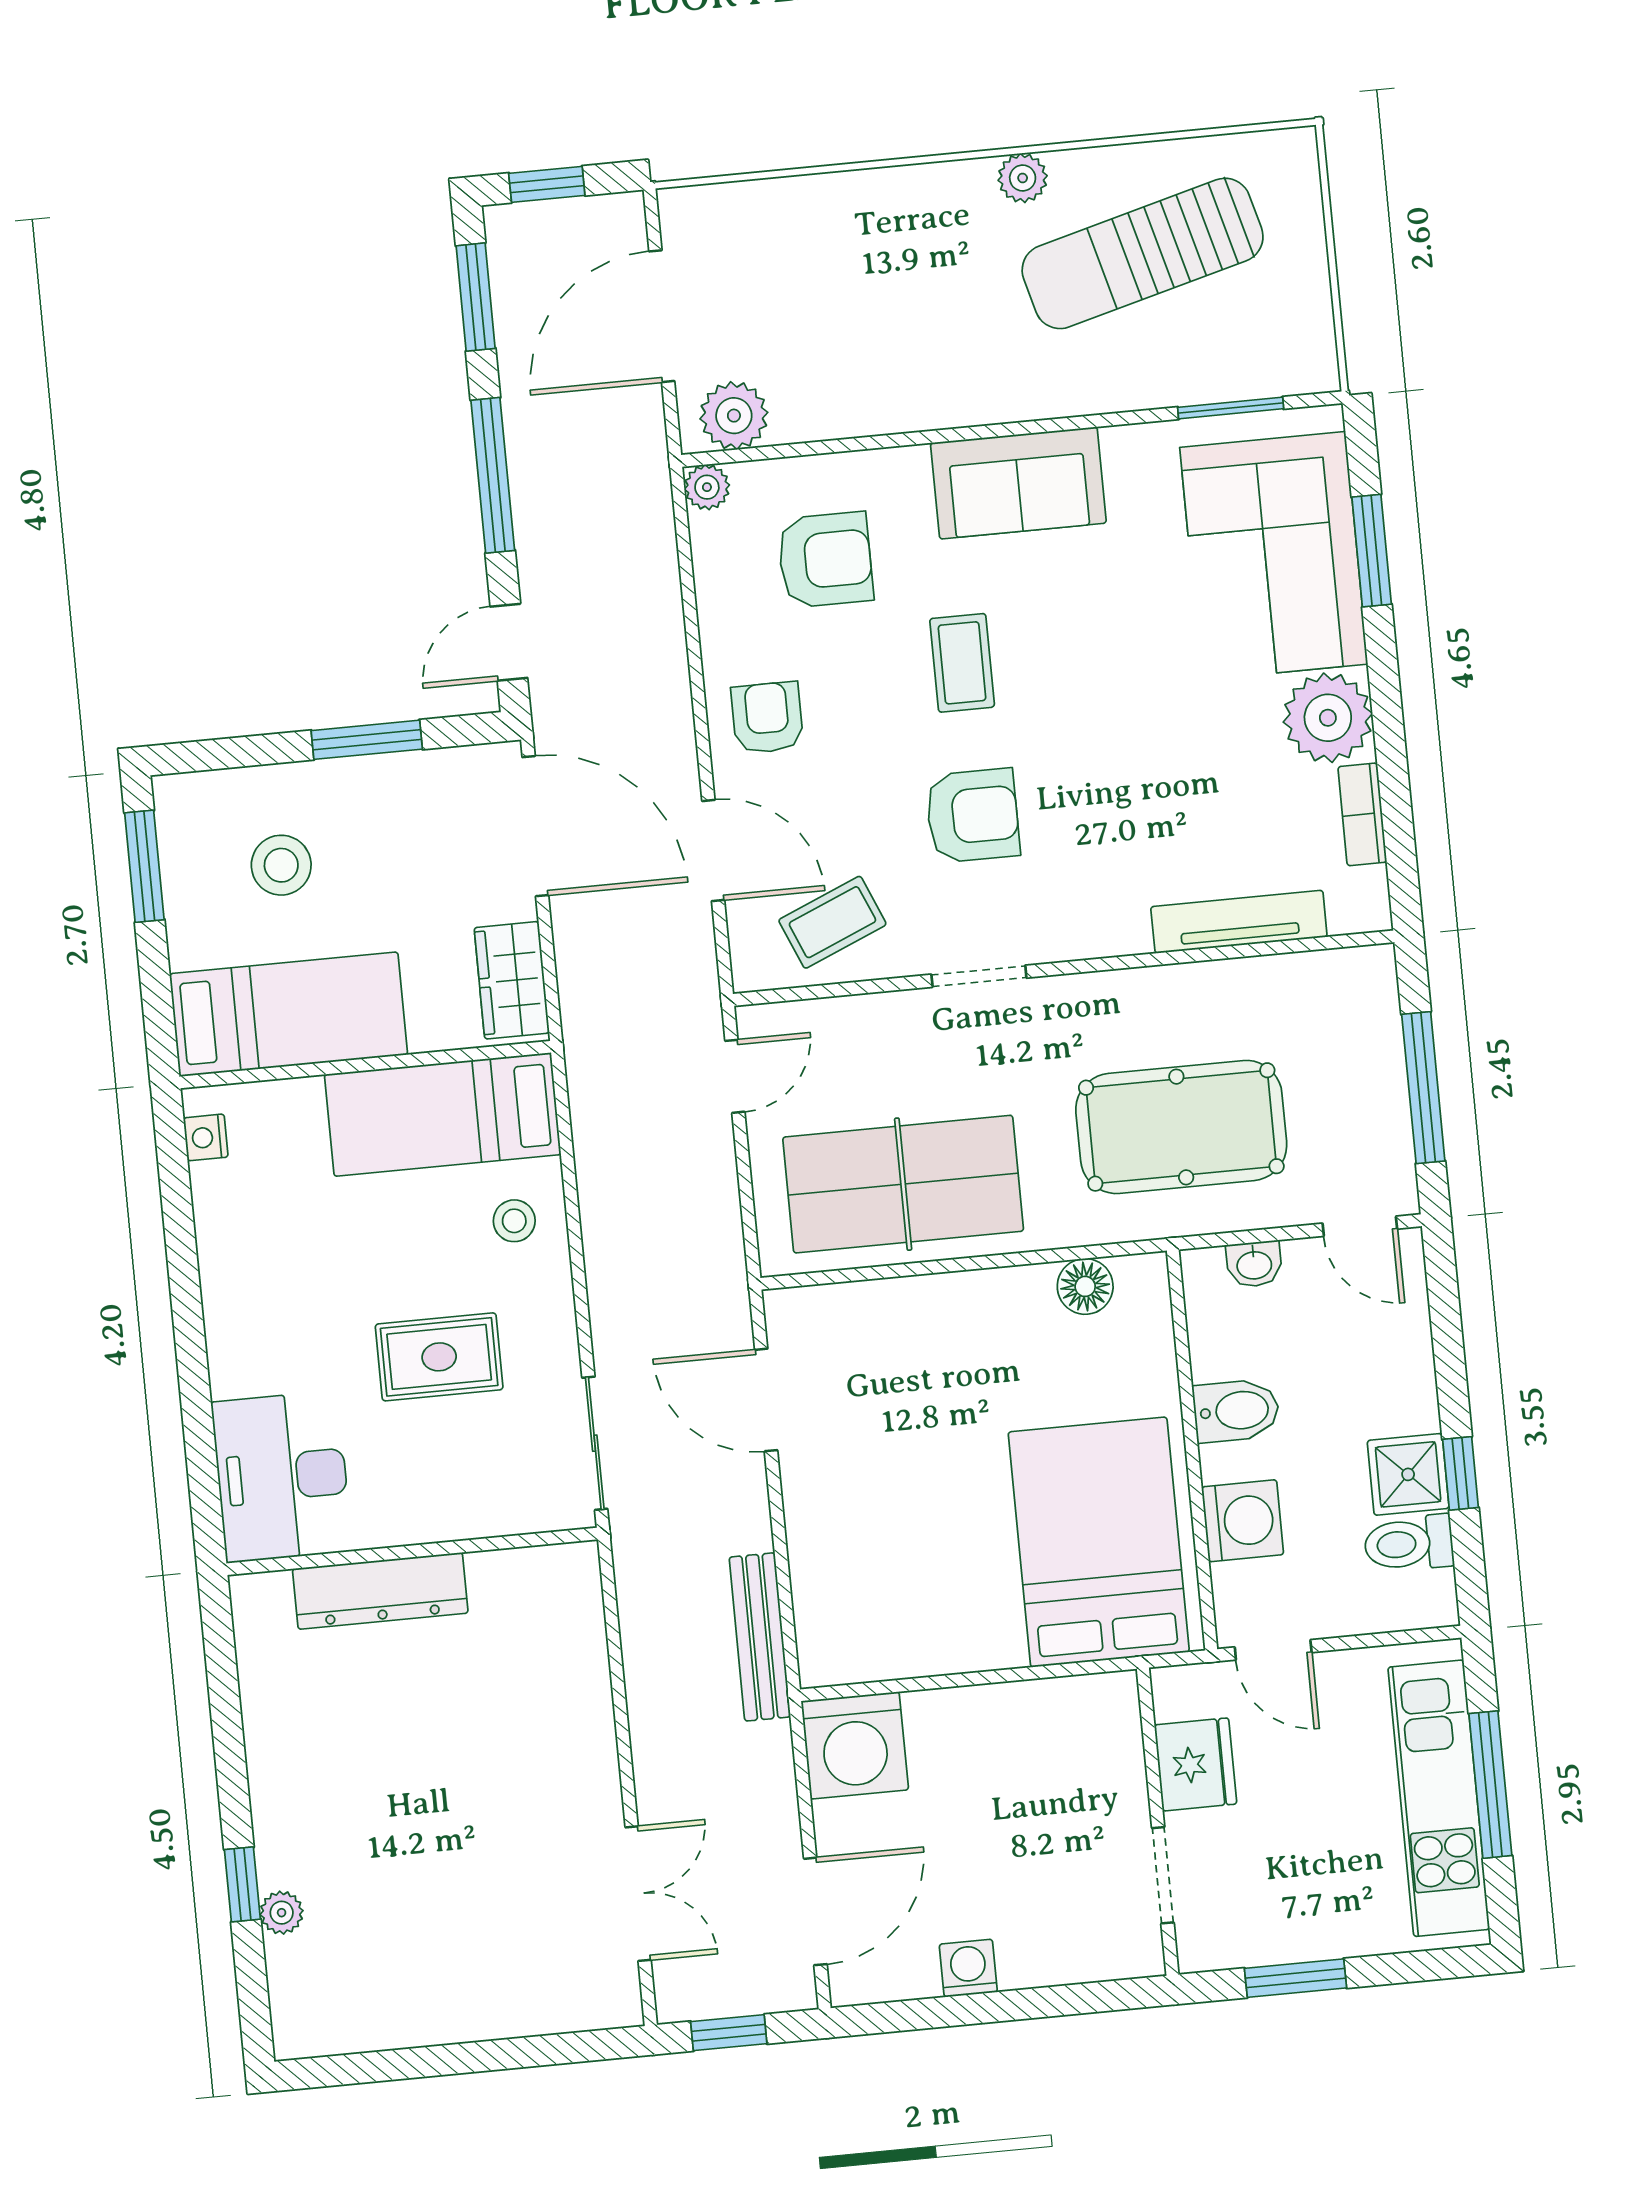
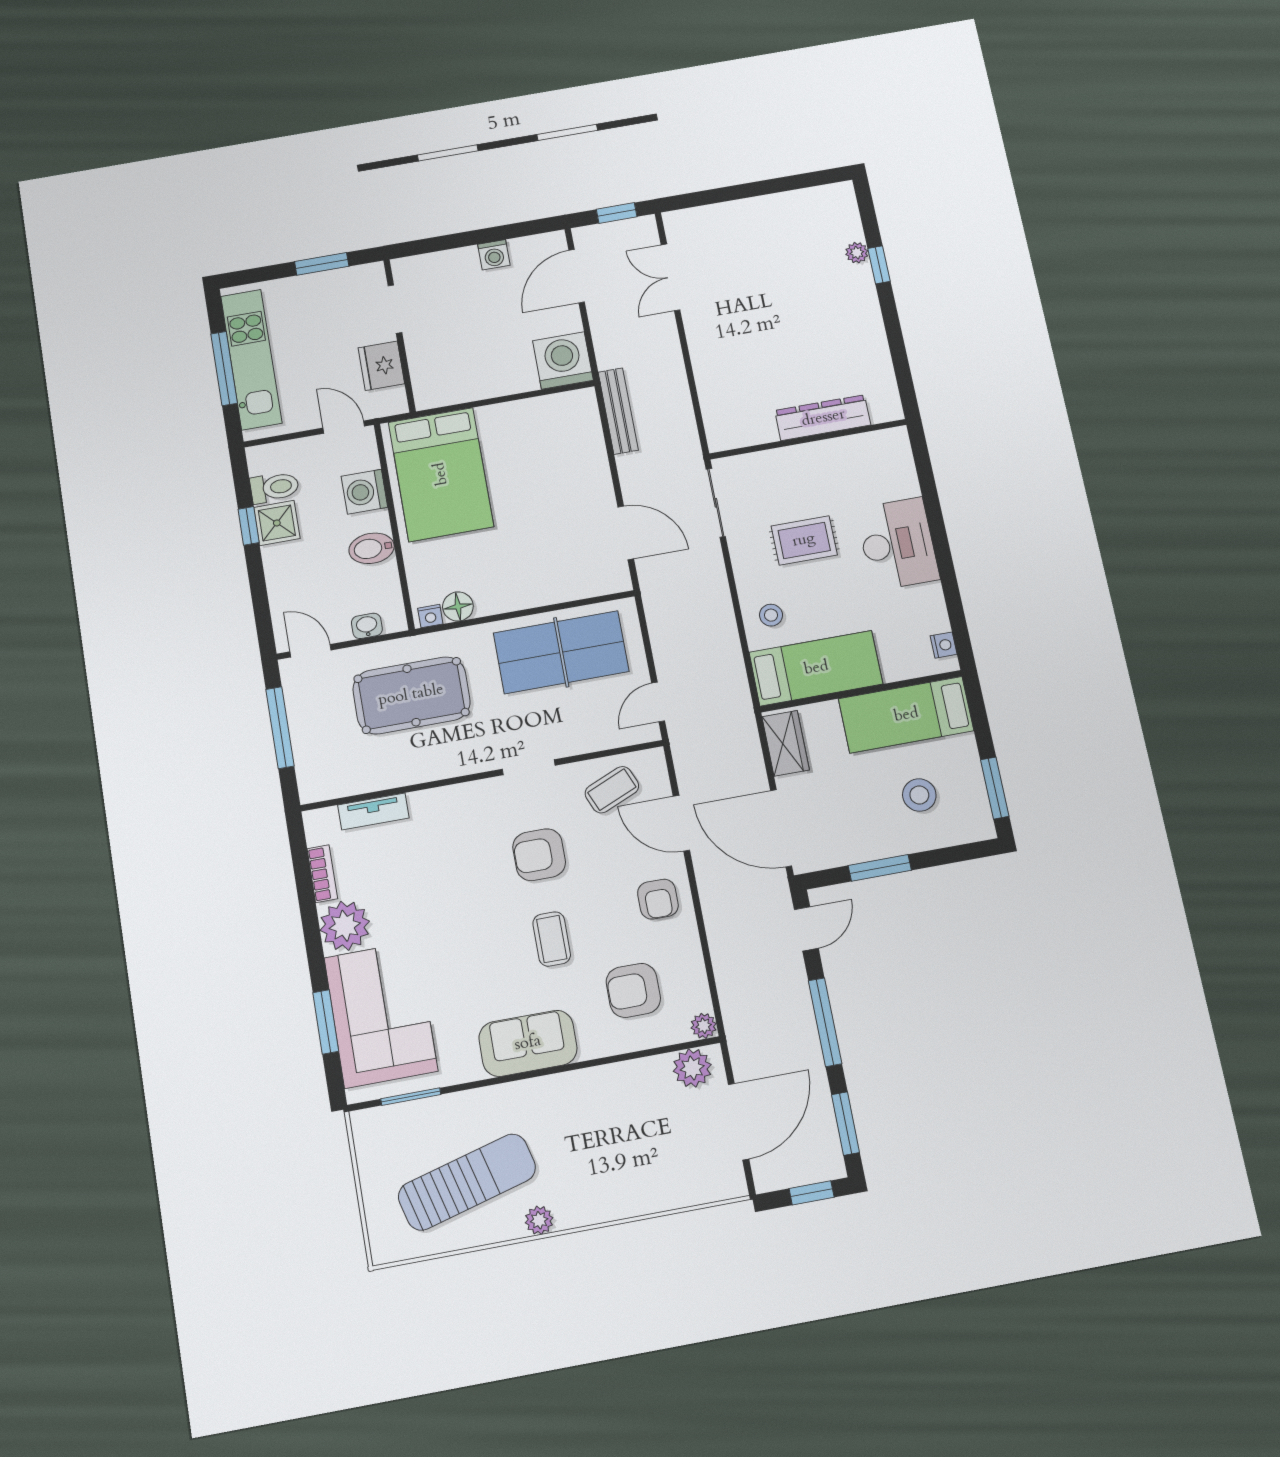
tv unit: (1239, 922) -> (373, 811), width x0.71
nightstand: (1137, 1273) -> (430, 616), added
desk: (282, 1477) -> (898, 544), moved

